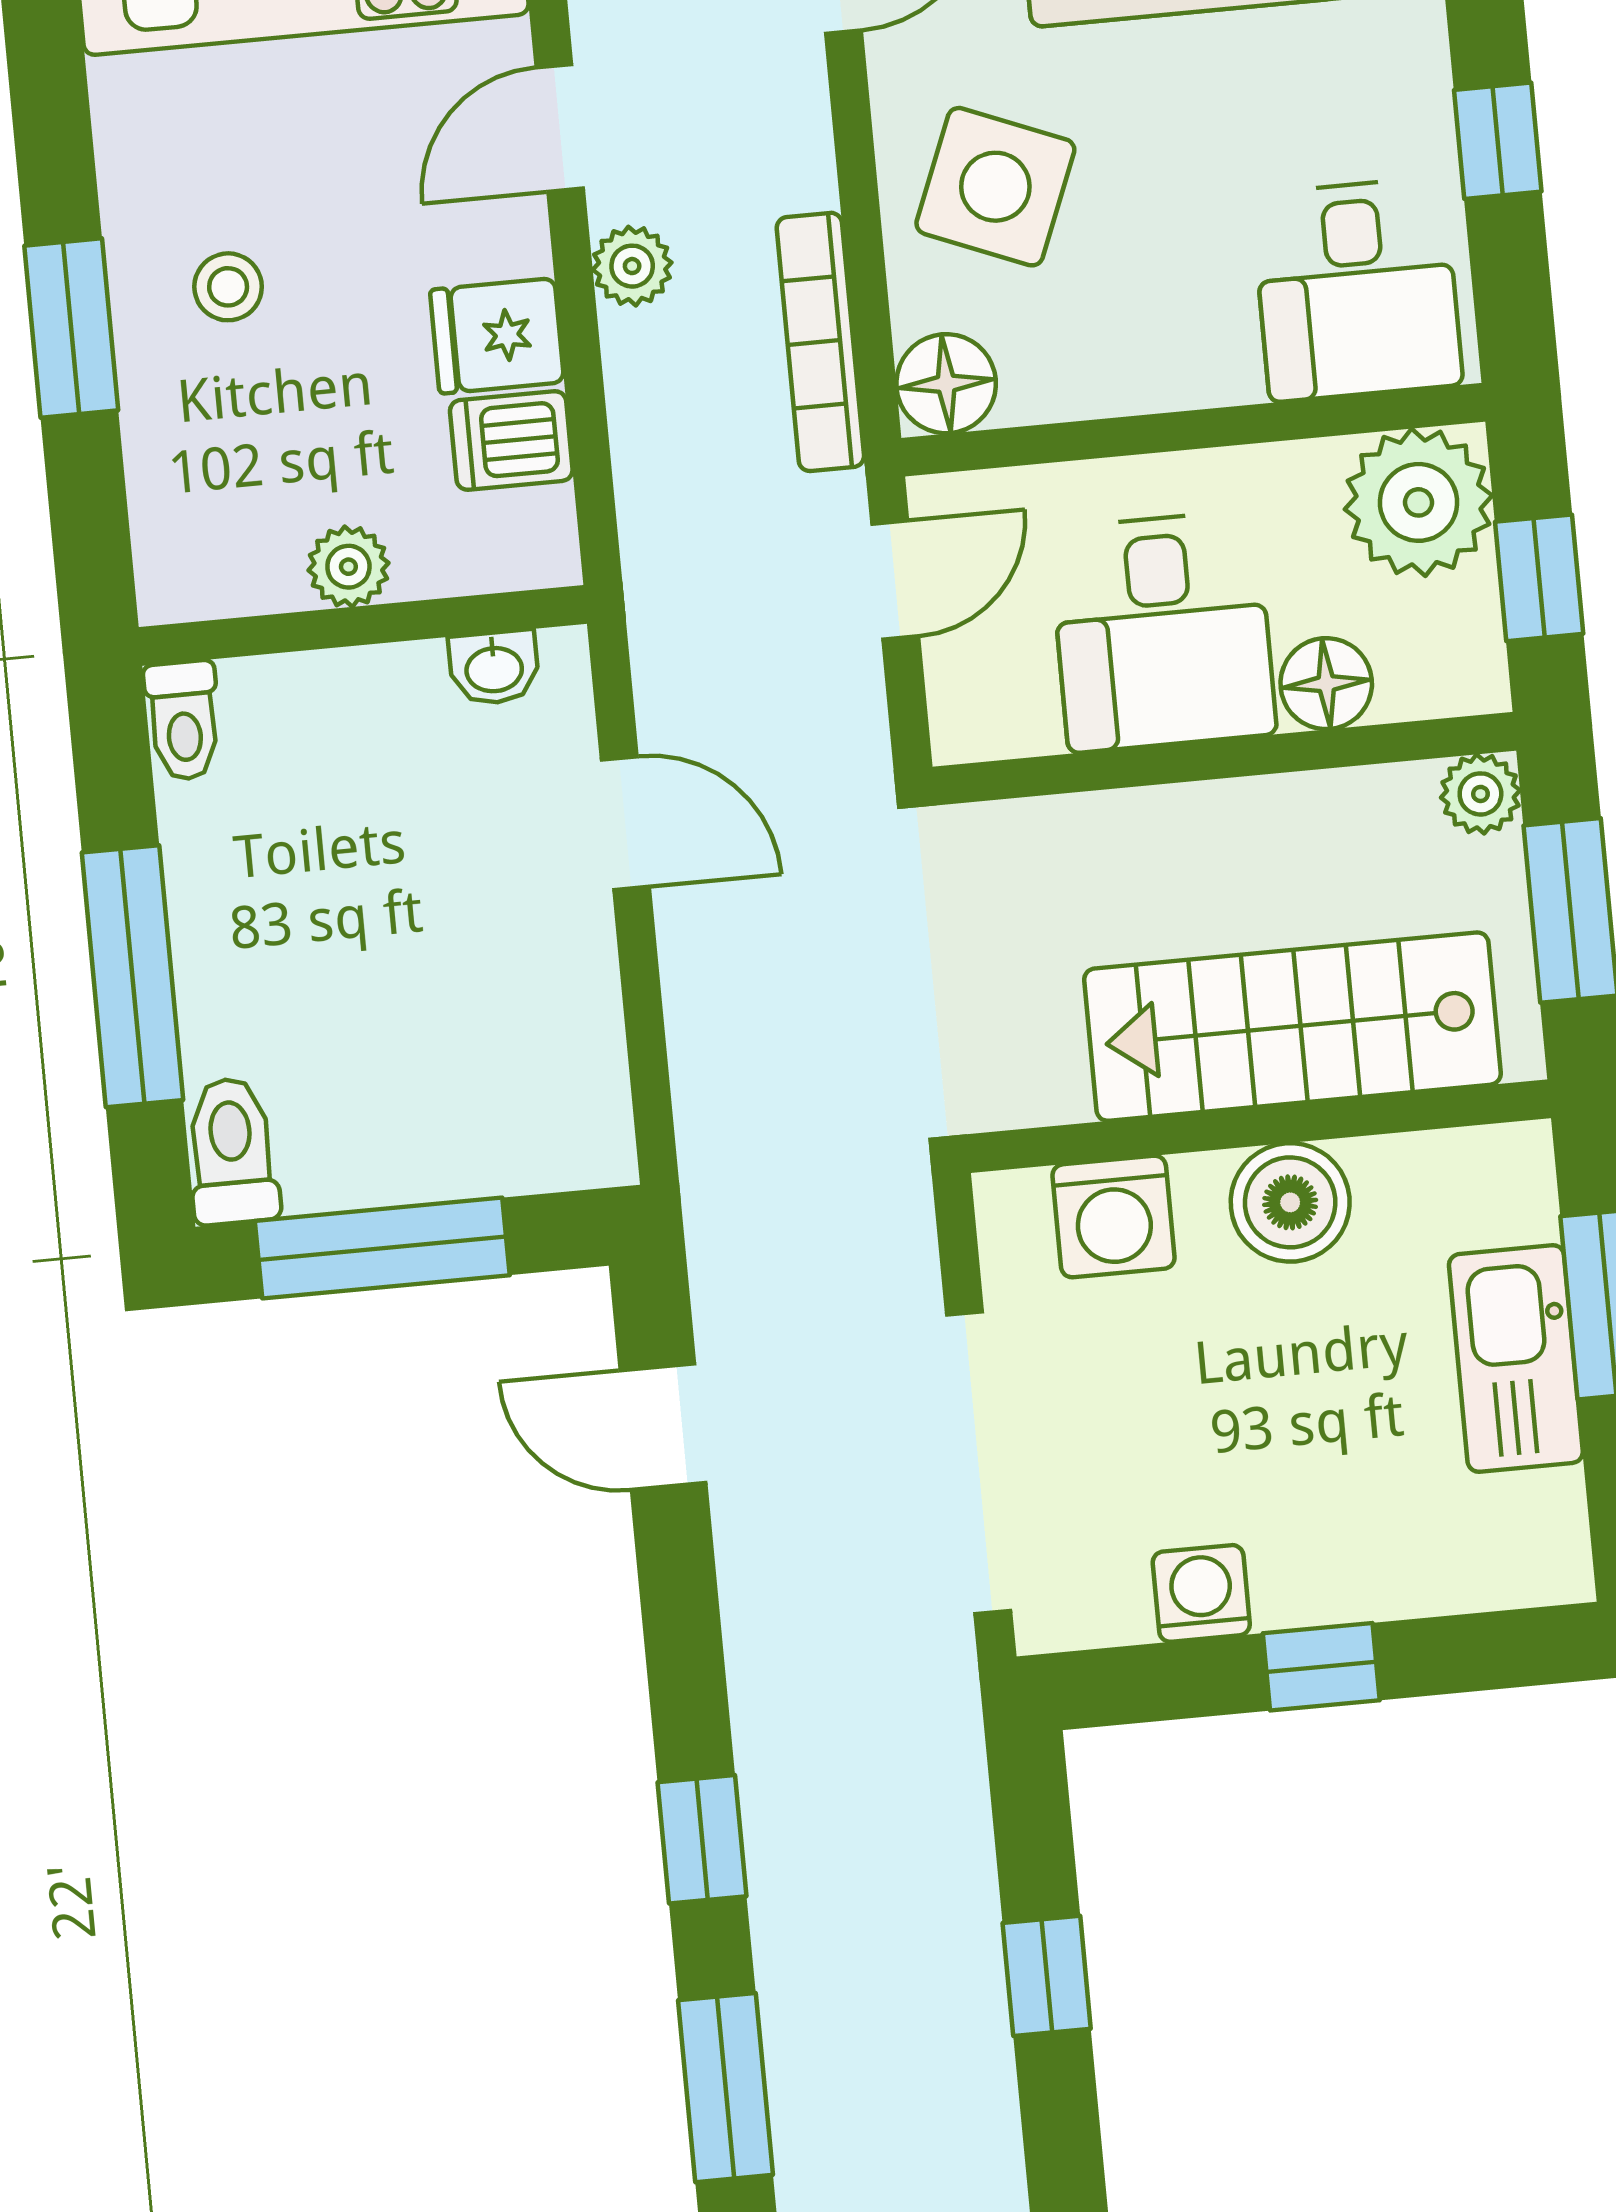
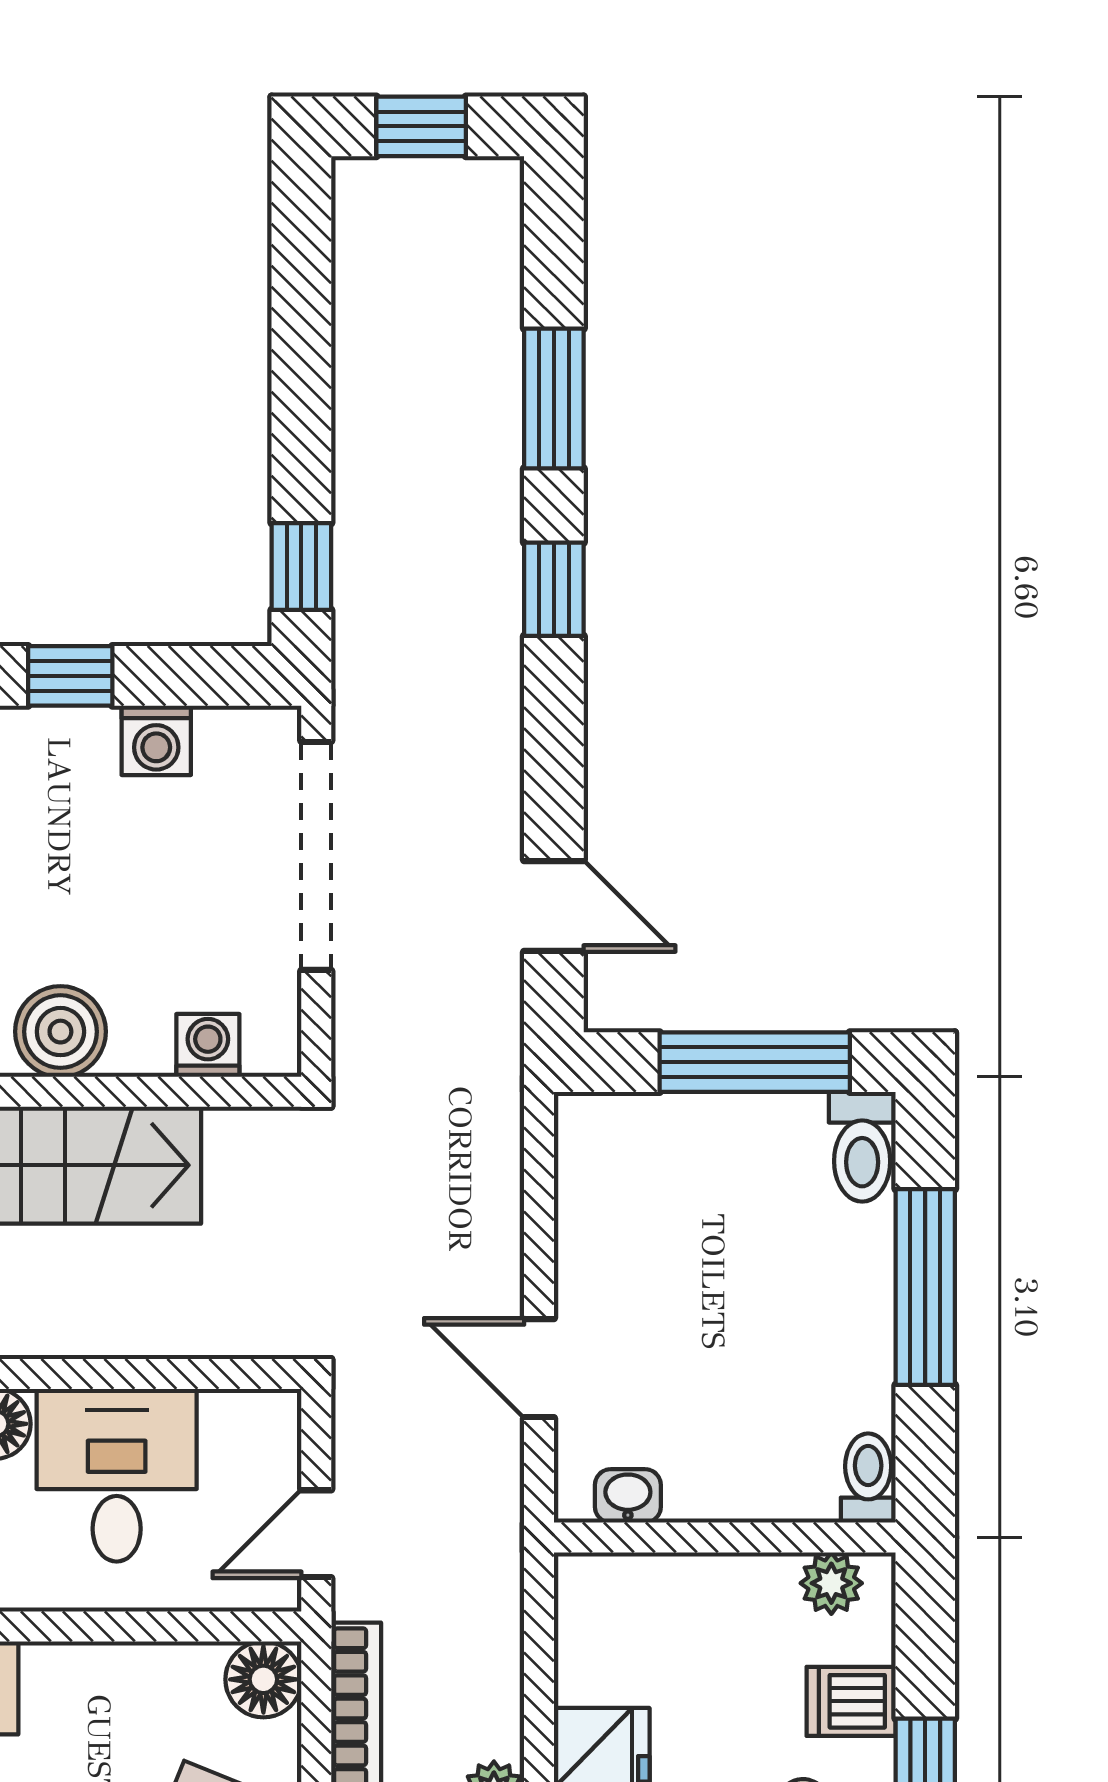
dishwasher: (511, 440) -> (851, 1701), moved, turned 180
plant: (348, 567) -> (831, 1583), moved
washing machine: (1113, 1217) -> (208, 1045), width x0.73, depth x0.73
window: (1047, 1976) -> (301, 567), moved

